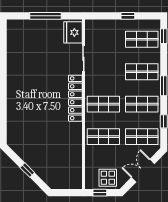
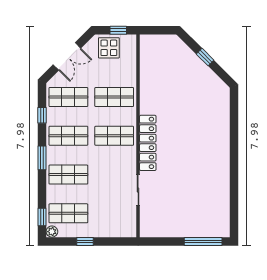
window: (45, 16) -> (203, 241), moved
plant: (156, 24) -> (52, 232), added
fridge: (73, 32) -> (151, 222), removed

